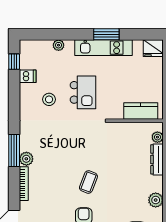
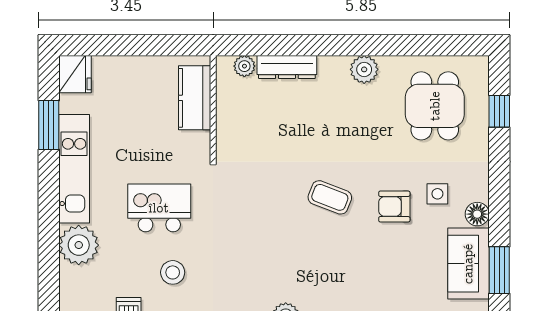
window: (106, 34) -> (49, 125), moved
plant: (59, 45) -> (79, 245), width x1.87, depth x1.87

